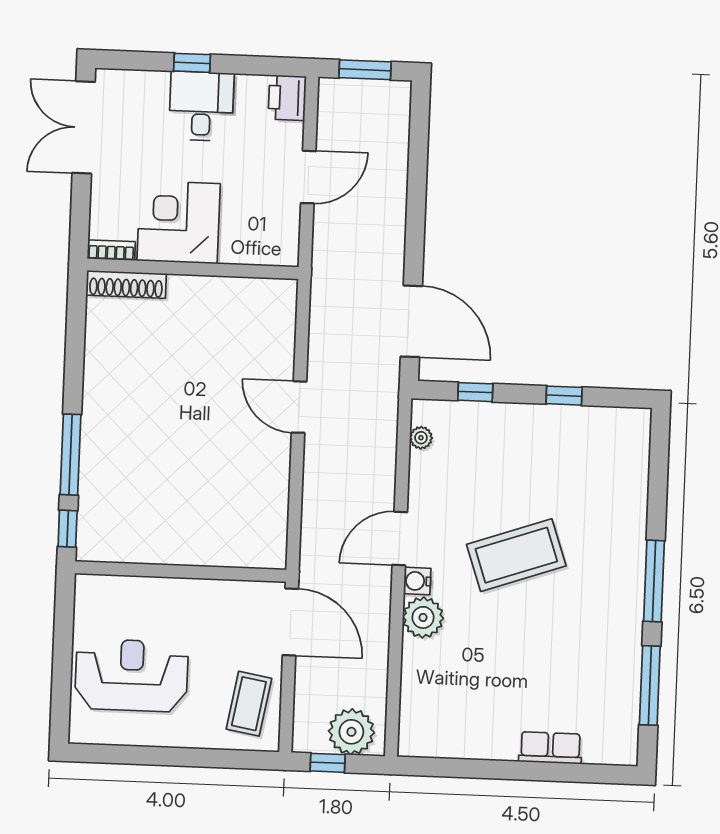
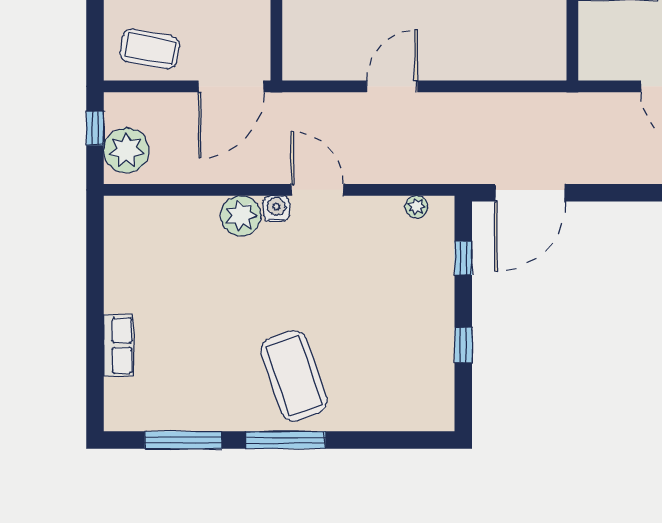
door: (299, 407) -> (392, 86), moved
coffee table: (516, 555) -> (294, 376), moved

